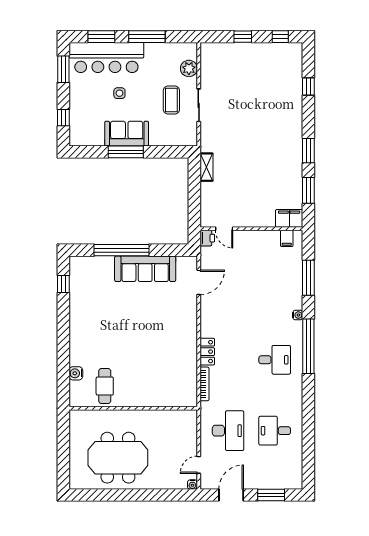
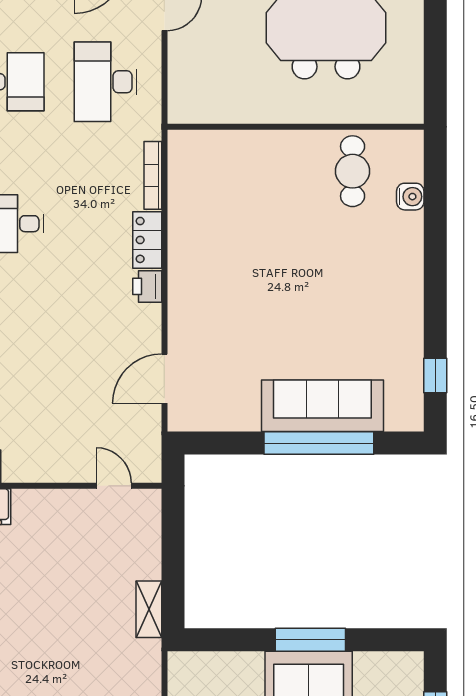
printer: (207, 238) -> (147, 286), moved
sofa: (145, 269) -> (322, 406), moved

